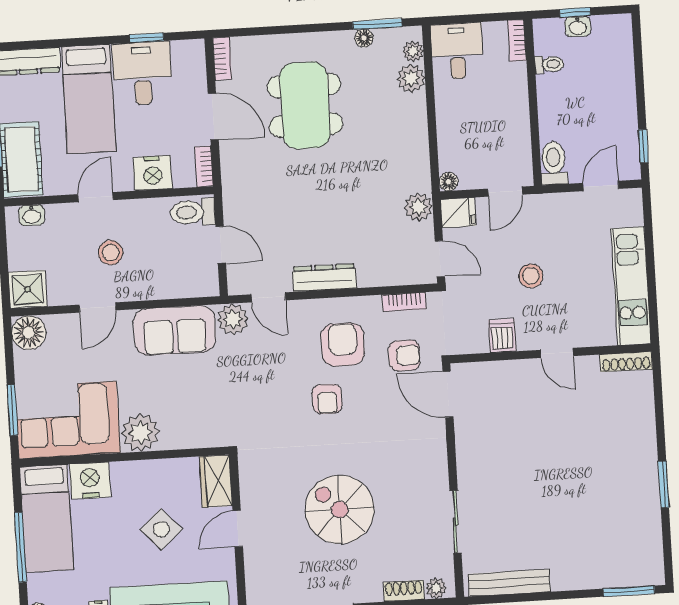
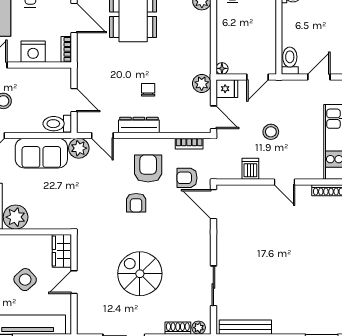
toilet: (193, 212) -> (57, 124), moved
chair: (335, 222) -> (148, 90), added
armchair: (404, 355) -> (187, 178), turned 180

